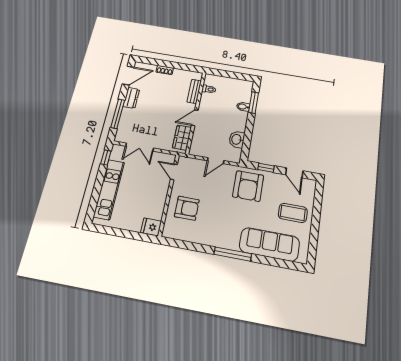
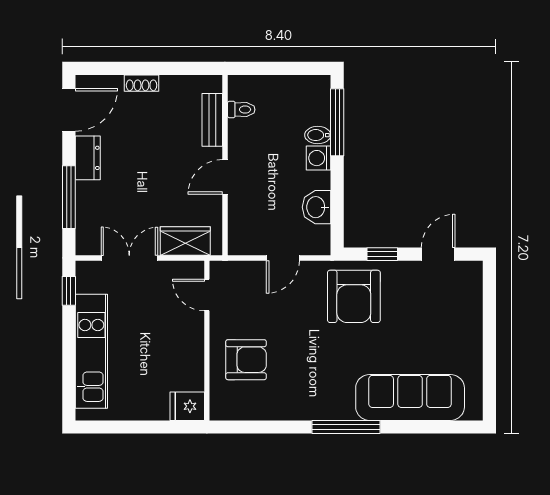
window: (253, 103) -> (337, 122), width x1.44
washing machine: (242, 117) -> (319, 158), added
wardrobe: (182, 138) -> (185, 241), moved, turned 90
double door: (140, 147) -> (129, 258), swing flipped
door: (294, 173) -> (438, 254), swing flipped
coffee table: (293, 213) -> (445, 332), removed

